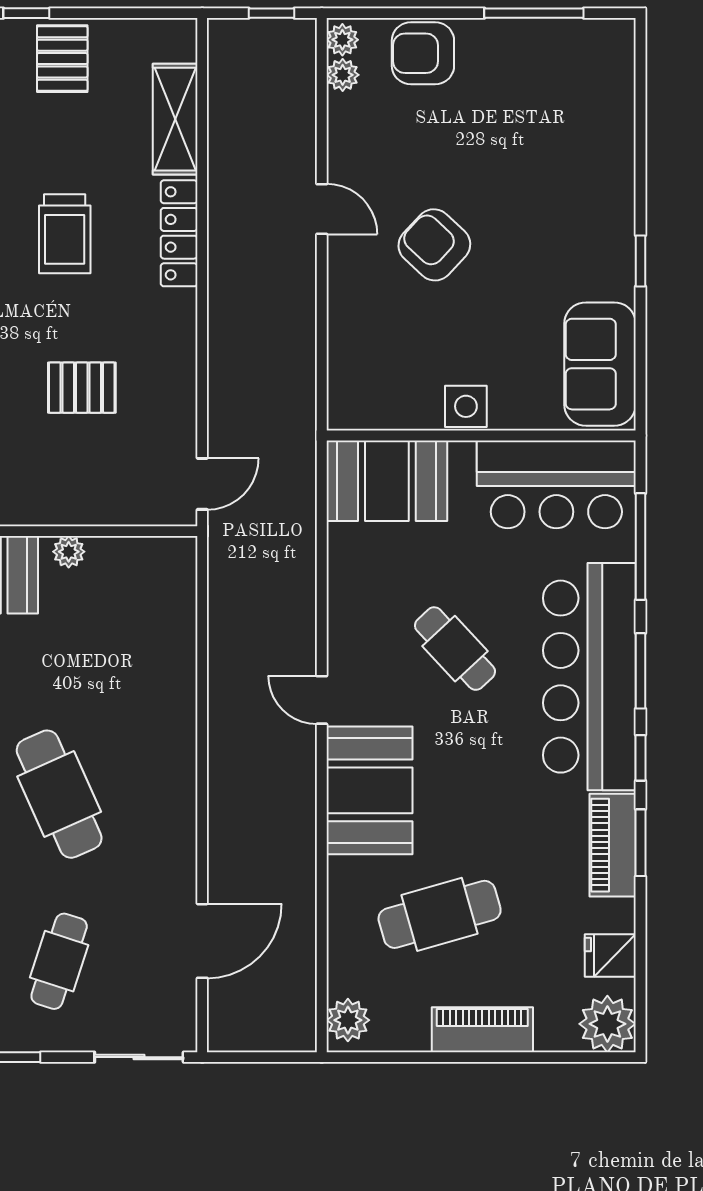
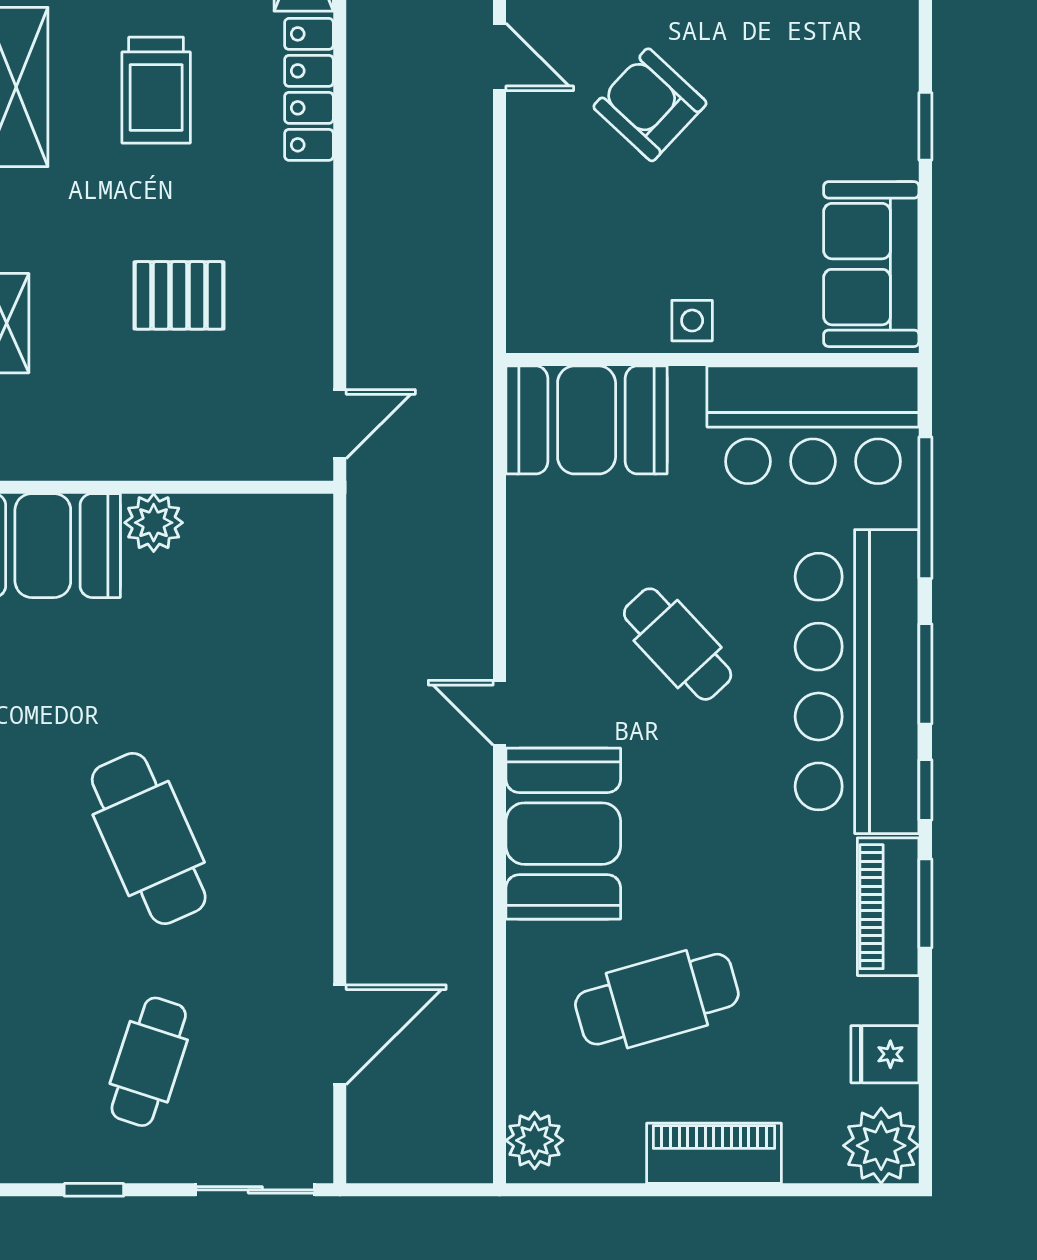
side table: (466, 406) -> (692, 321), width x0.73, depth x0.73
plant: (69, 552) -> (154, 523), width x1.38, depth x1.38

